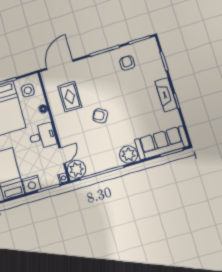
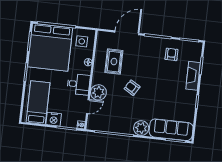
door: (60, 65) -> (127, 33), moved
fireplace: (166, 95) -> (193, 76), moved
plant: (77, 169) -> (98, 92), moved

